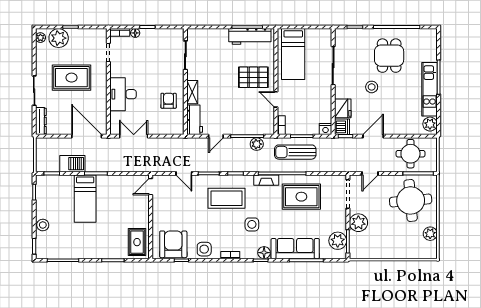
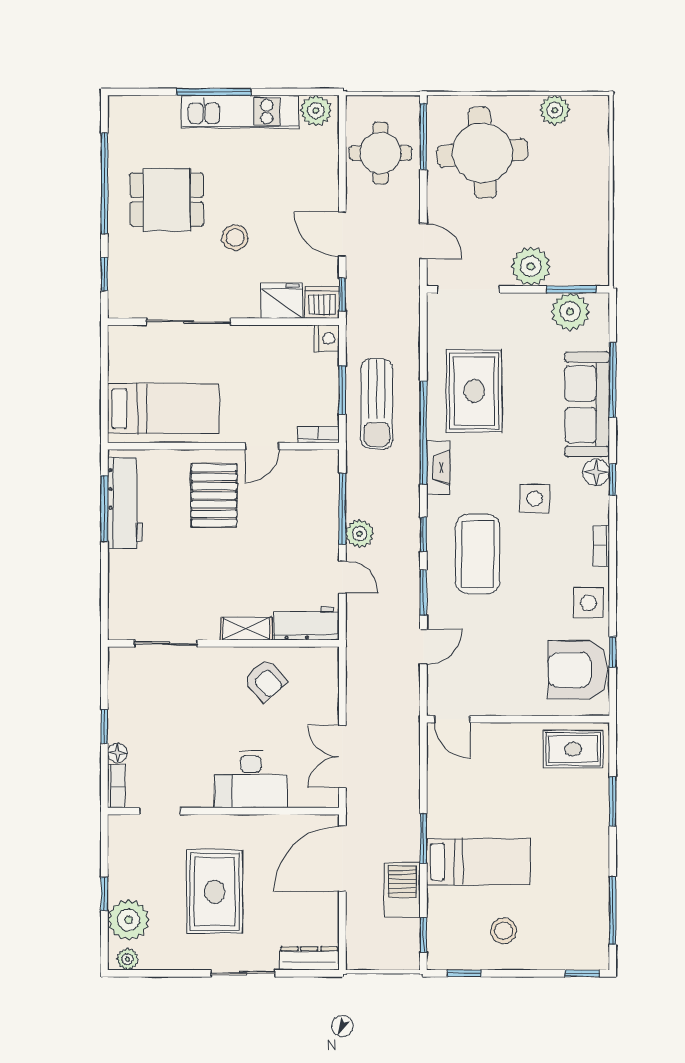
armchair: (169, 101) -> (265, 680), turned -132
plant: (257, 144) -> (360, 534), moved
stool: (43, 225) -> (504, 931), moved

